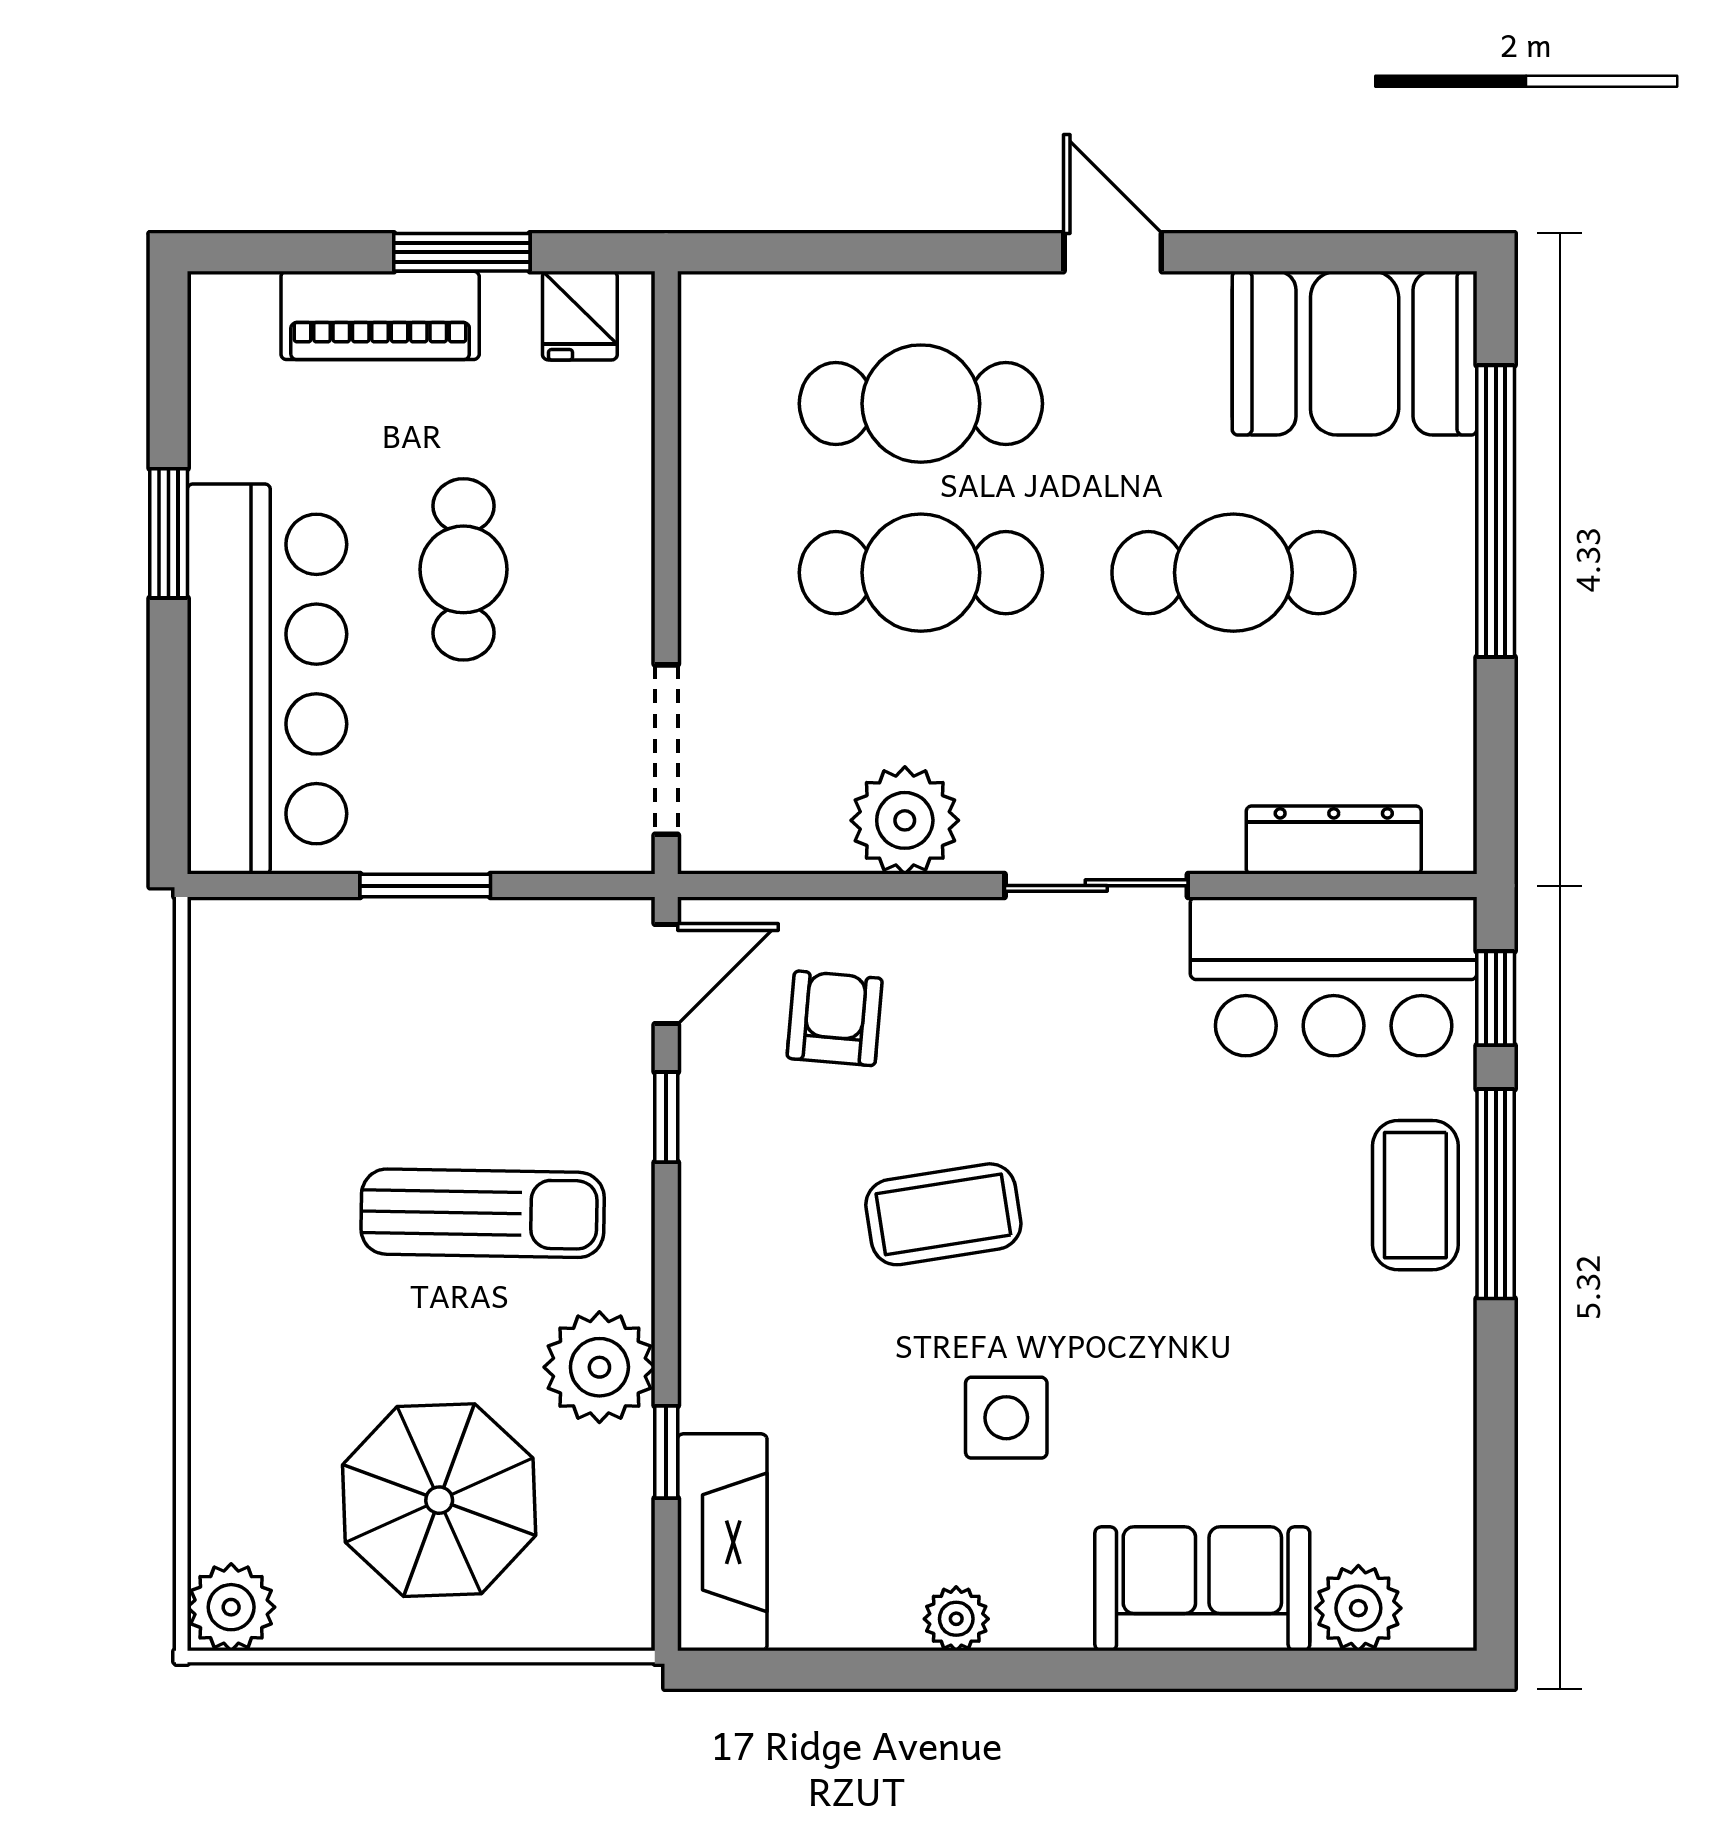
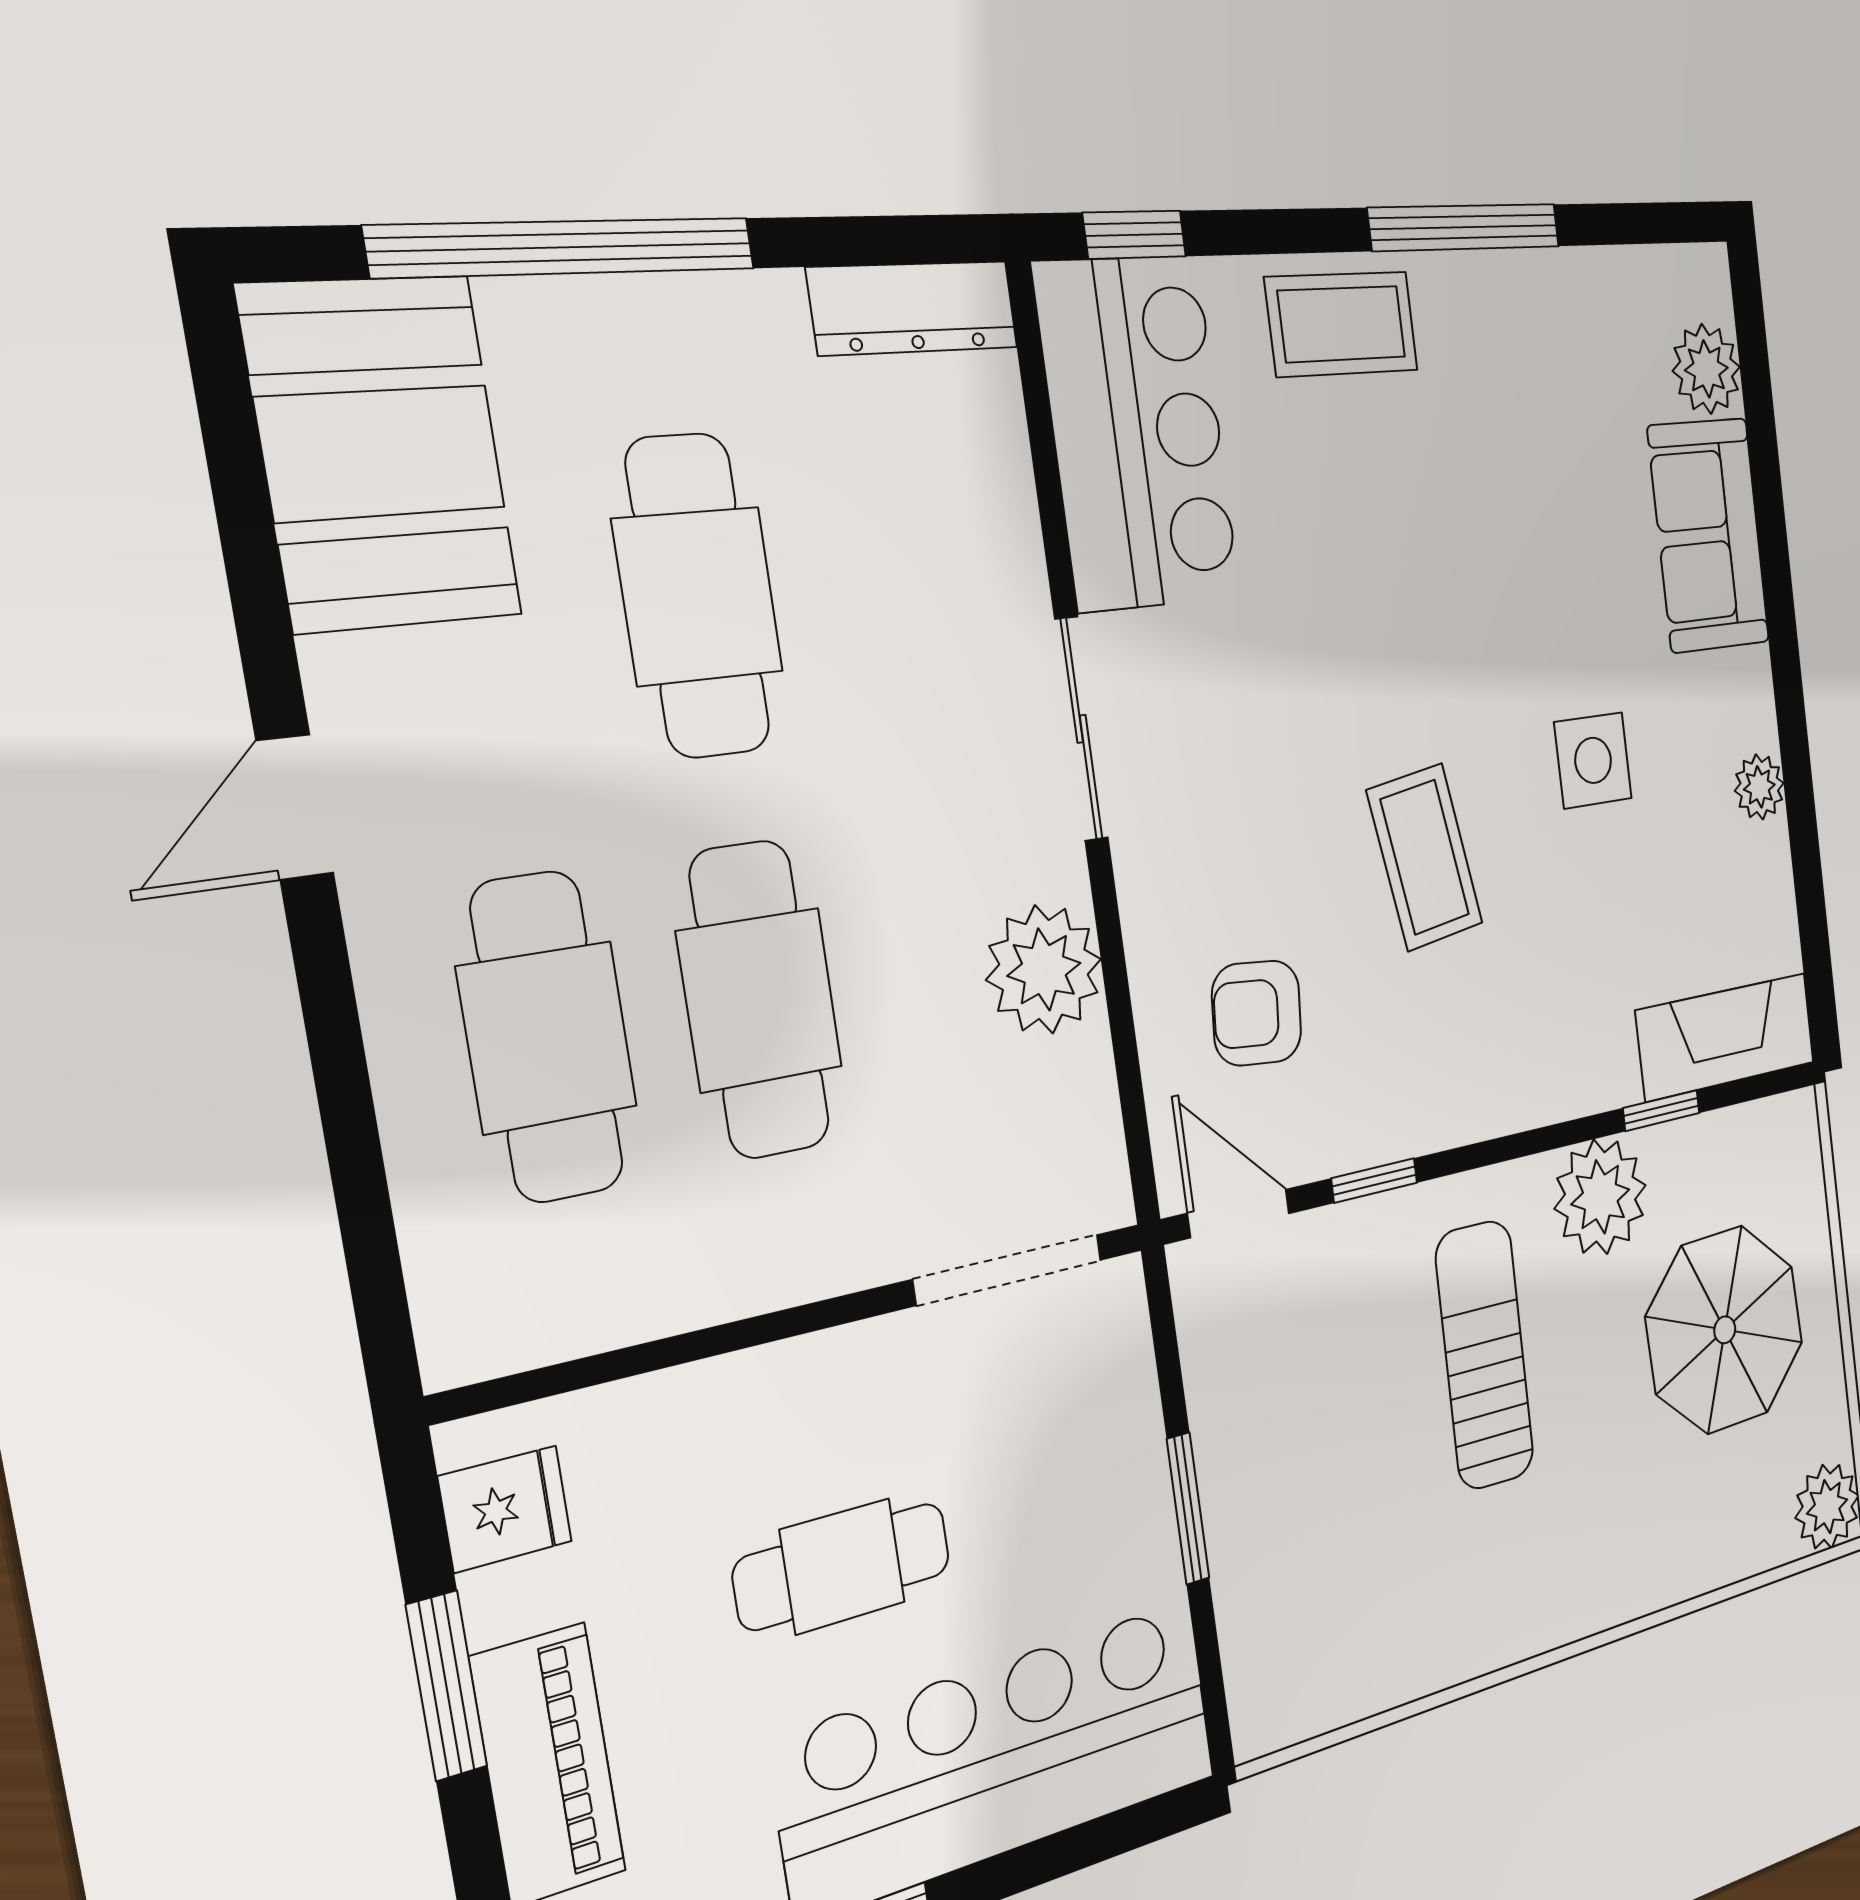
dresser: (1334, 840) -> (913, 308), moved, turned -90
window: (1496, 1194) -> (1465, 227), moved

